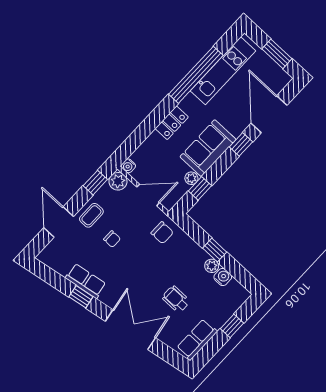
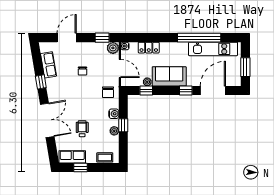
locker: (172, 123) -> (149, 48), moved
coffee table: (91, 215) -> (105, 157), moved
water cooler: (223, 277) -> (114, 114), moved
row of seats: (86, 281) -> (48, 65), moved
window: (232, 326) -> (80, 168), moved

